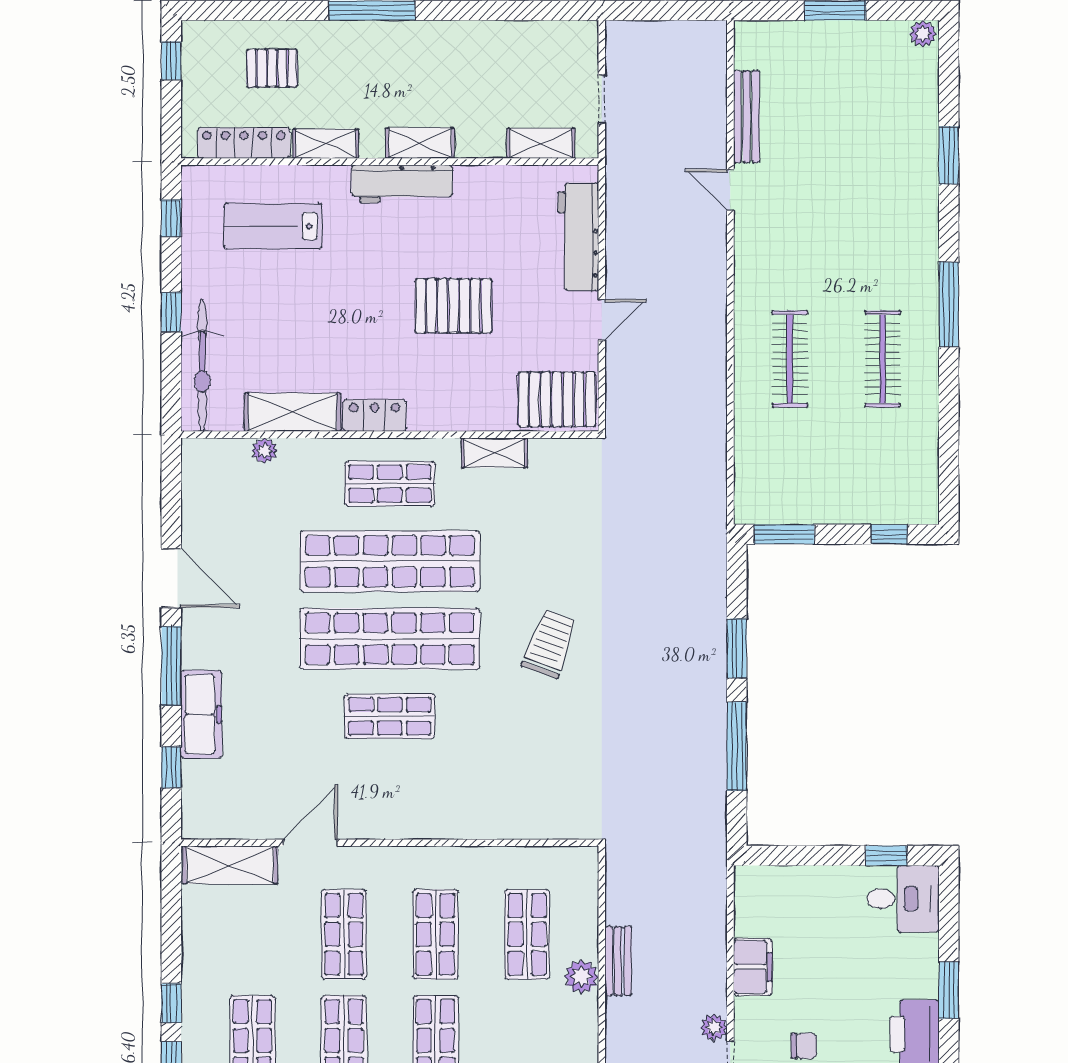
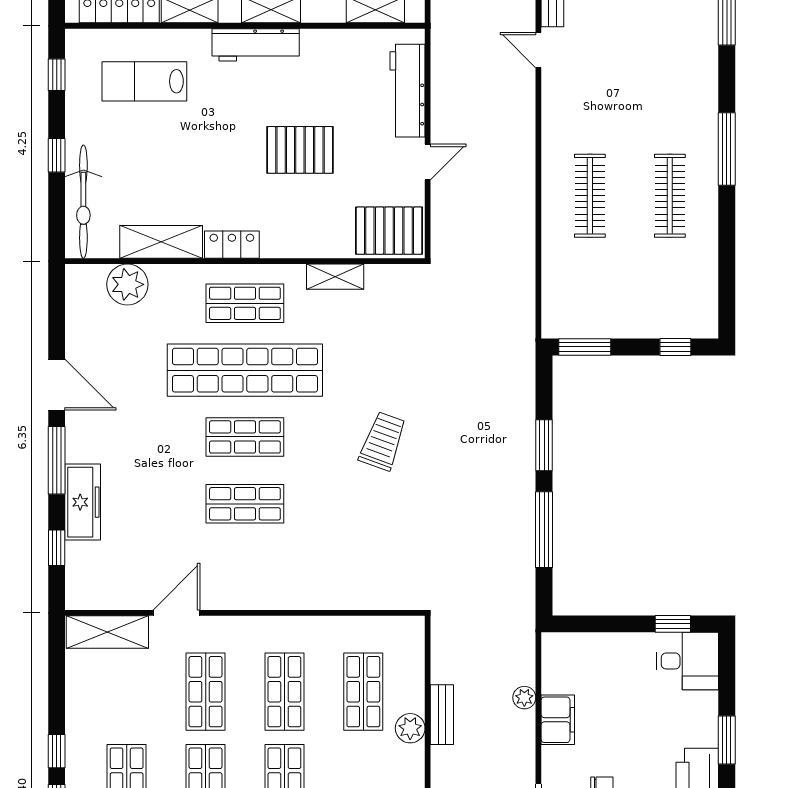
plant: (264, 451) -> (127, 284), width x1.88, depth x1.88
shop shelf: (390, 639) -> (245, 437), width x0.50, depth x0.74
plant: (714, 1027) -> (524, 698), moved

